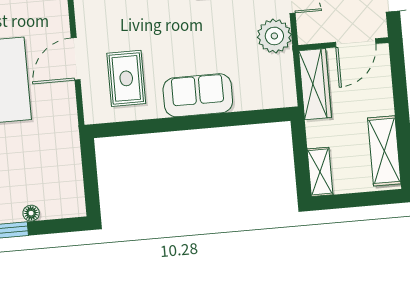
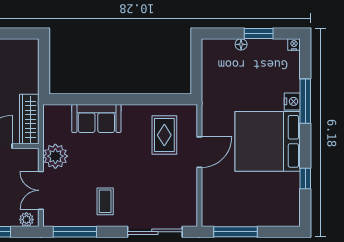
sofa: (198, 95) -> (96, 118), moved
shelving: (320, 172) -> (31, 56), removed

